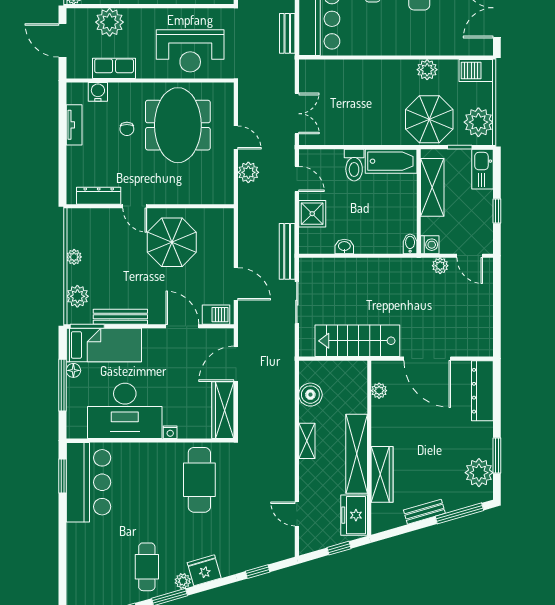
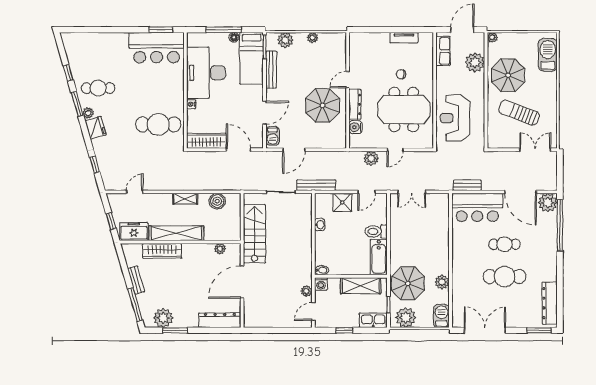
row of seats: (114, 68) -> (443, 51), moved
water cooler: (98, 92) -> (355, 127), moved, turned 180
dresser: (99, 196) -> (355, 104), moved

